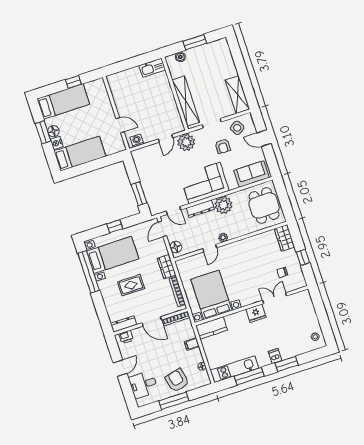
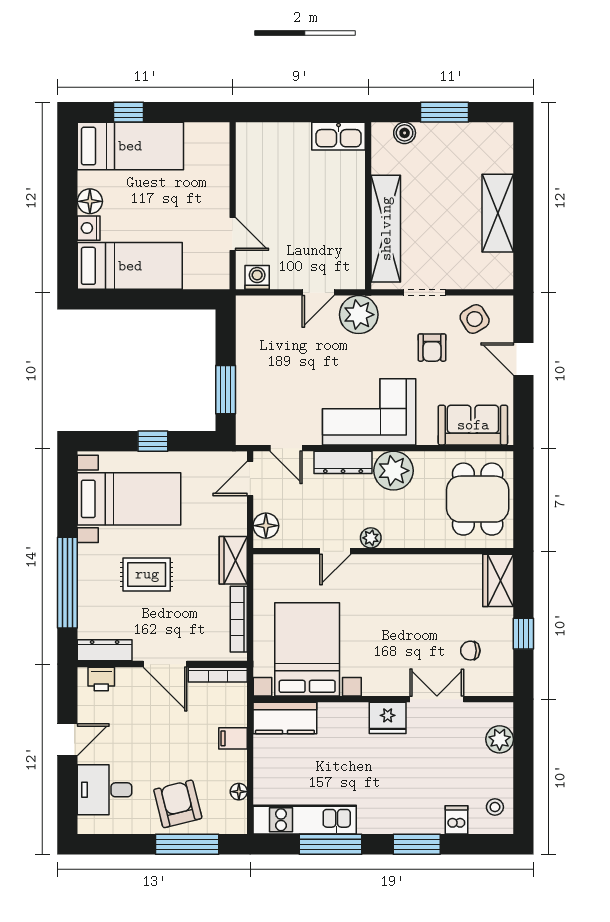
window: (73, 82) -> (128, 112), moved
shelving: (237, 95) -> (498, 213), moved
window: (43, 132) -> (67, 196), removed
window: (89, 272) -> (67, 583), moved
plant: (308, 307) -> (500, 739), added
dishwasher: (275, 356) -> (457, 820), moved
window: (174, 401) -> (187, 844), moved

